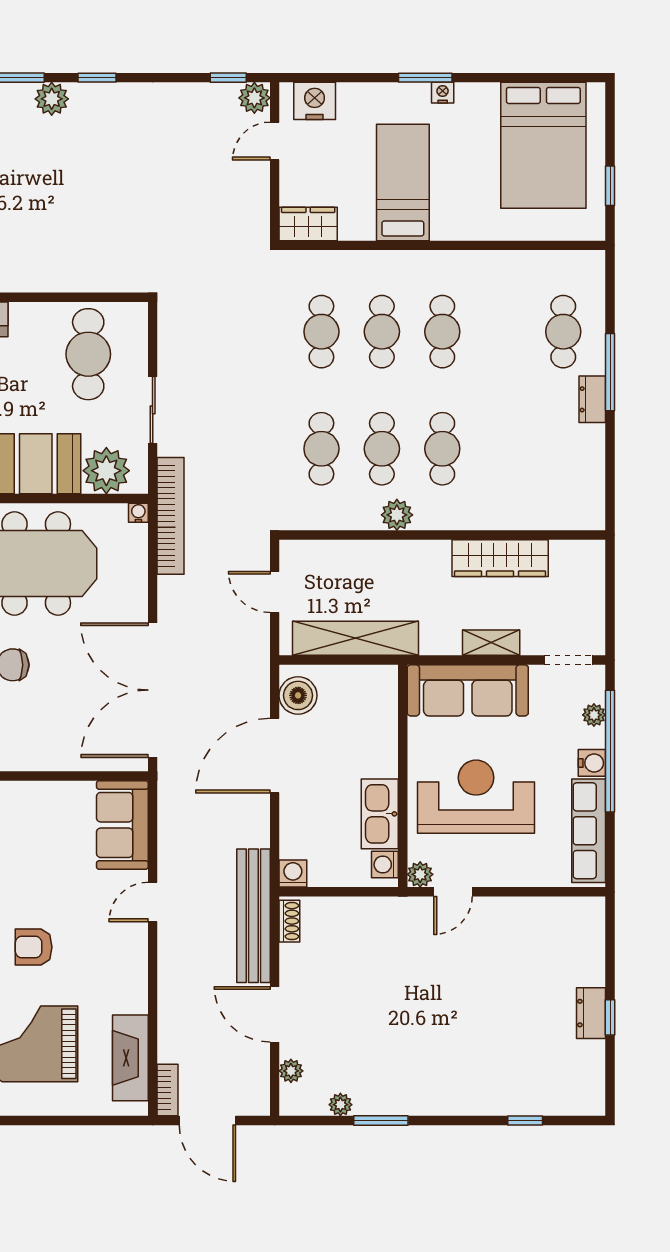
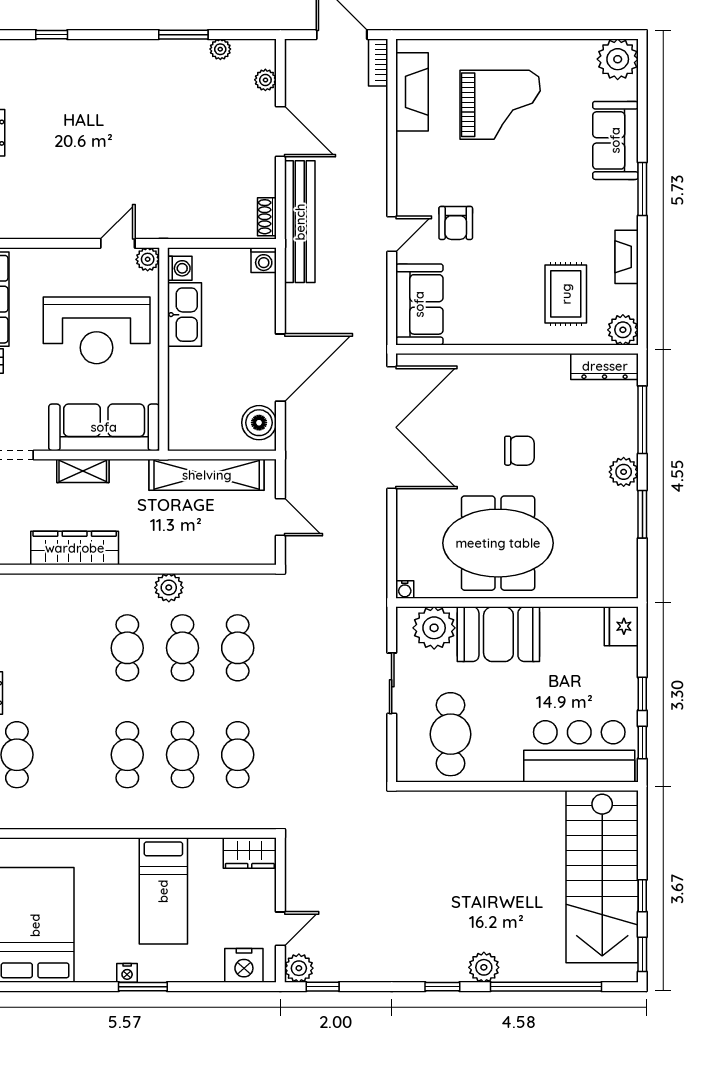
bookcase: (170, 516) -> (375, 587), removed
armchair: (34, 947) -> (456, 223), moved, turned 90

